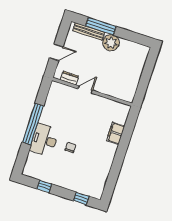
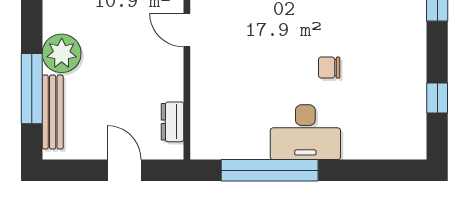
door: (85, 89) -> (187, 30), moved
window: (33, 124) -> (270, 170), moved
desk: (44, 140) -> (305, 132), moved

